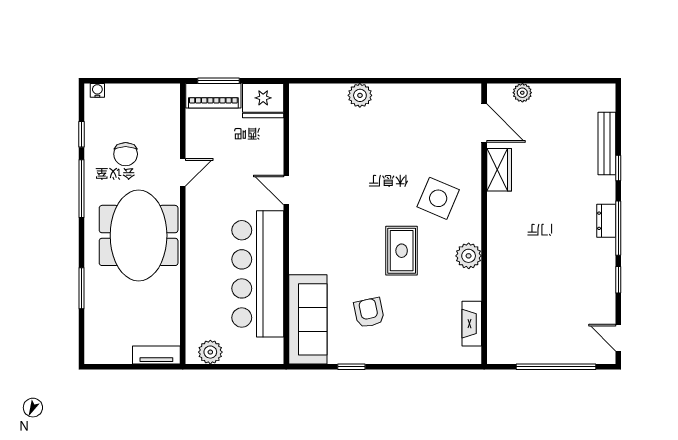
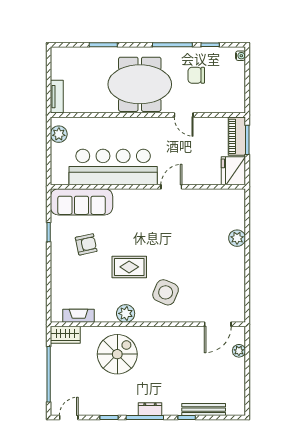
wardrobe: (499, 170) -> (65, 335), moved
spiral stairs: (527, 268) -> (117, 354), added

